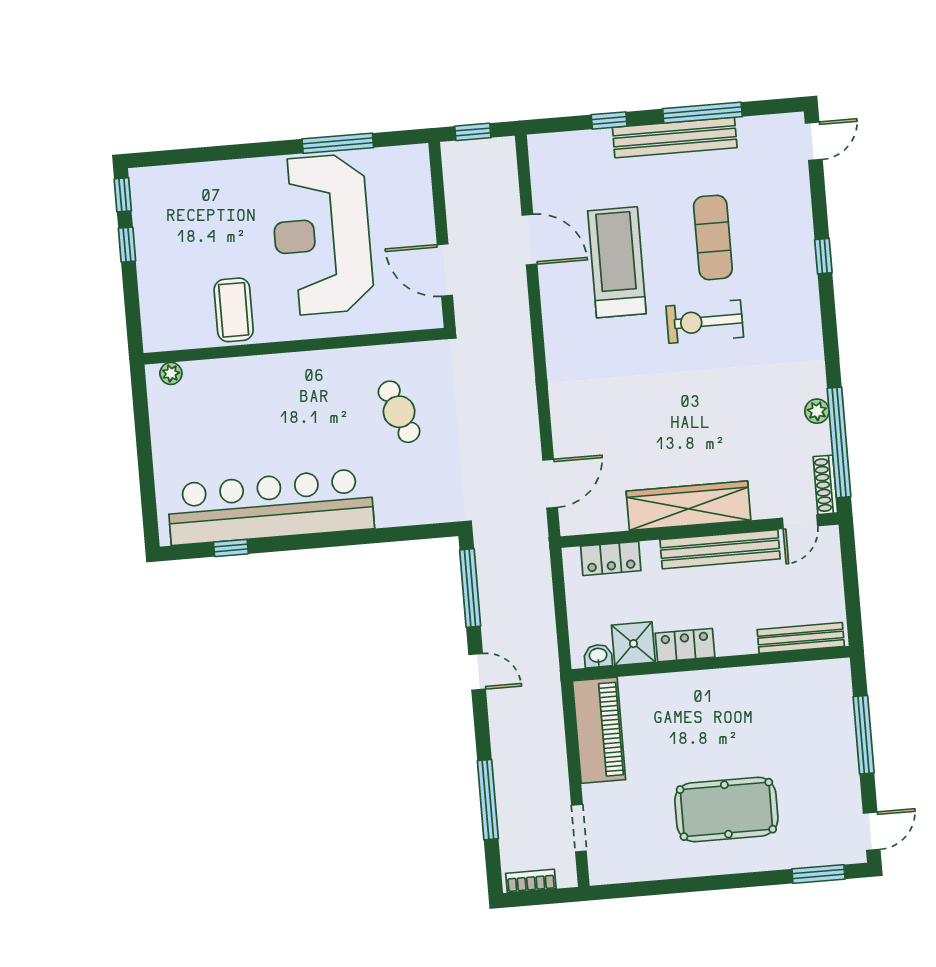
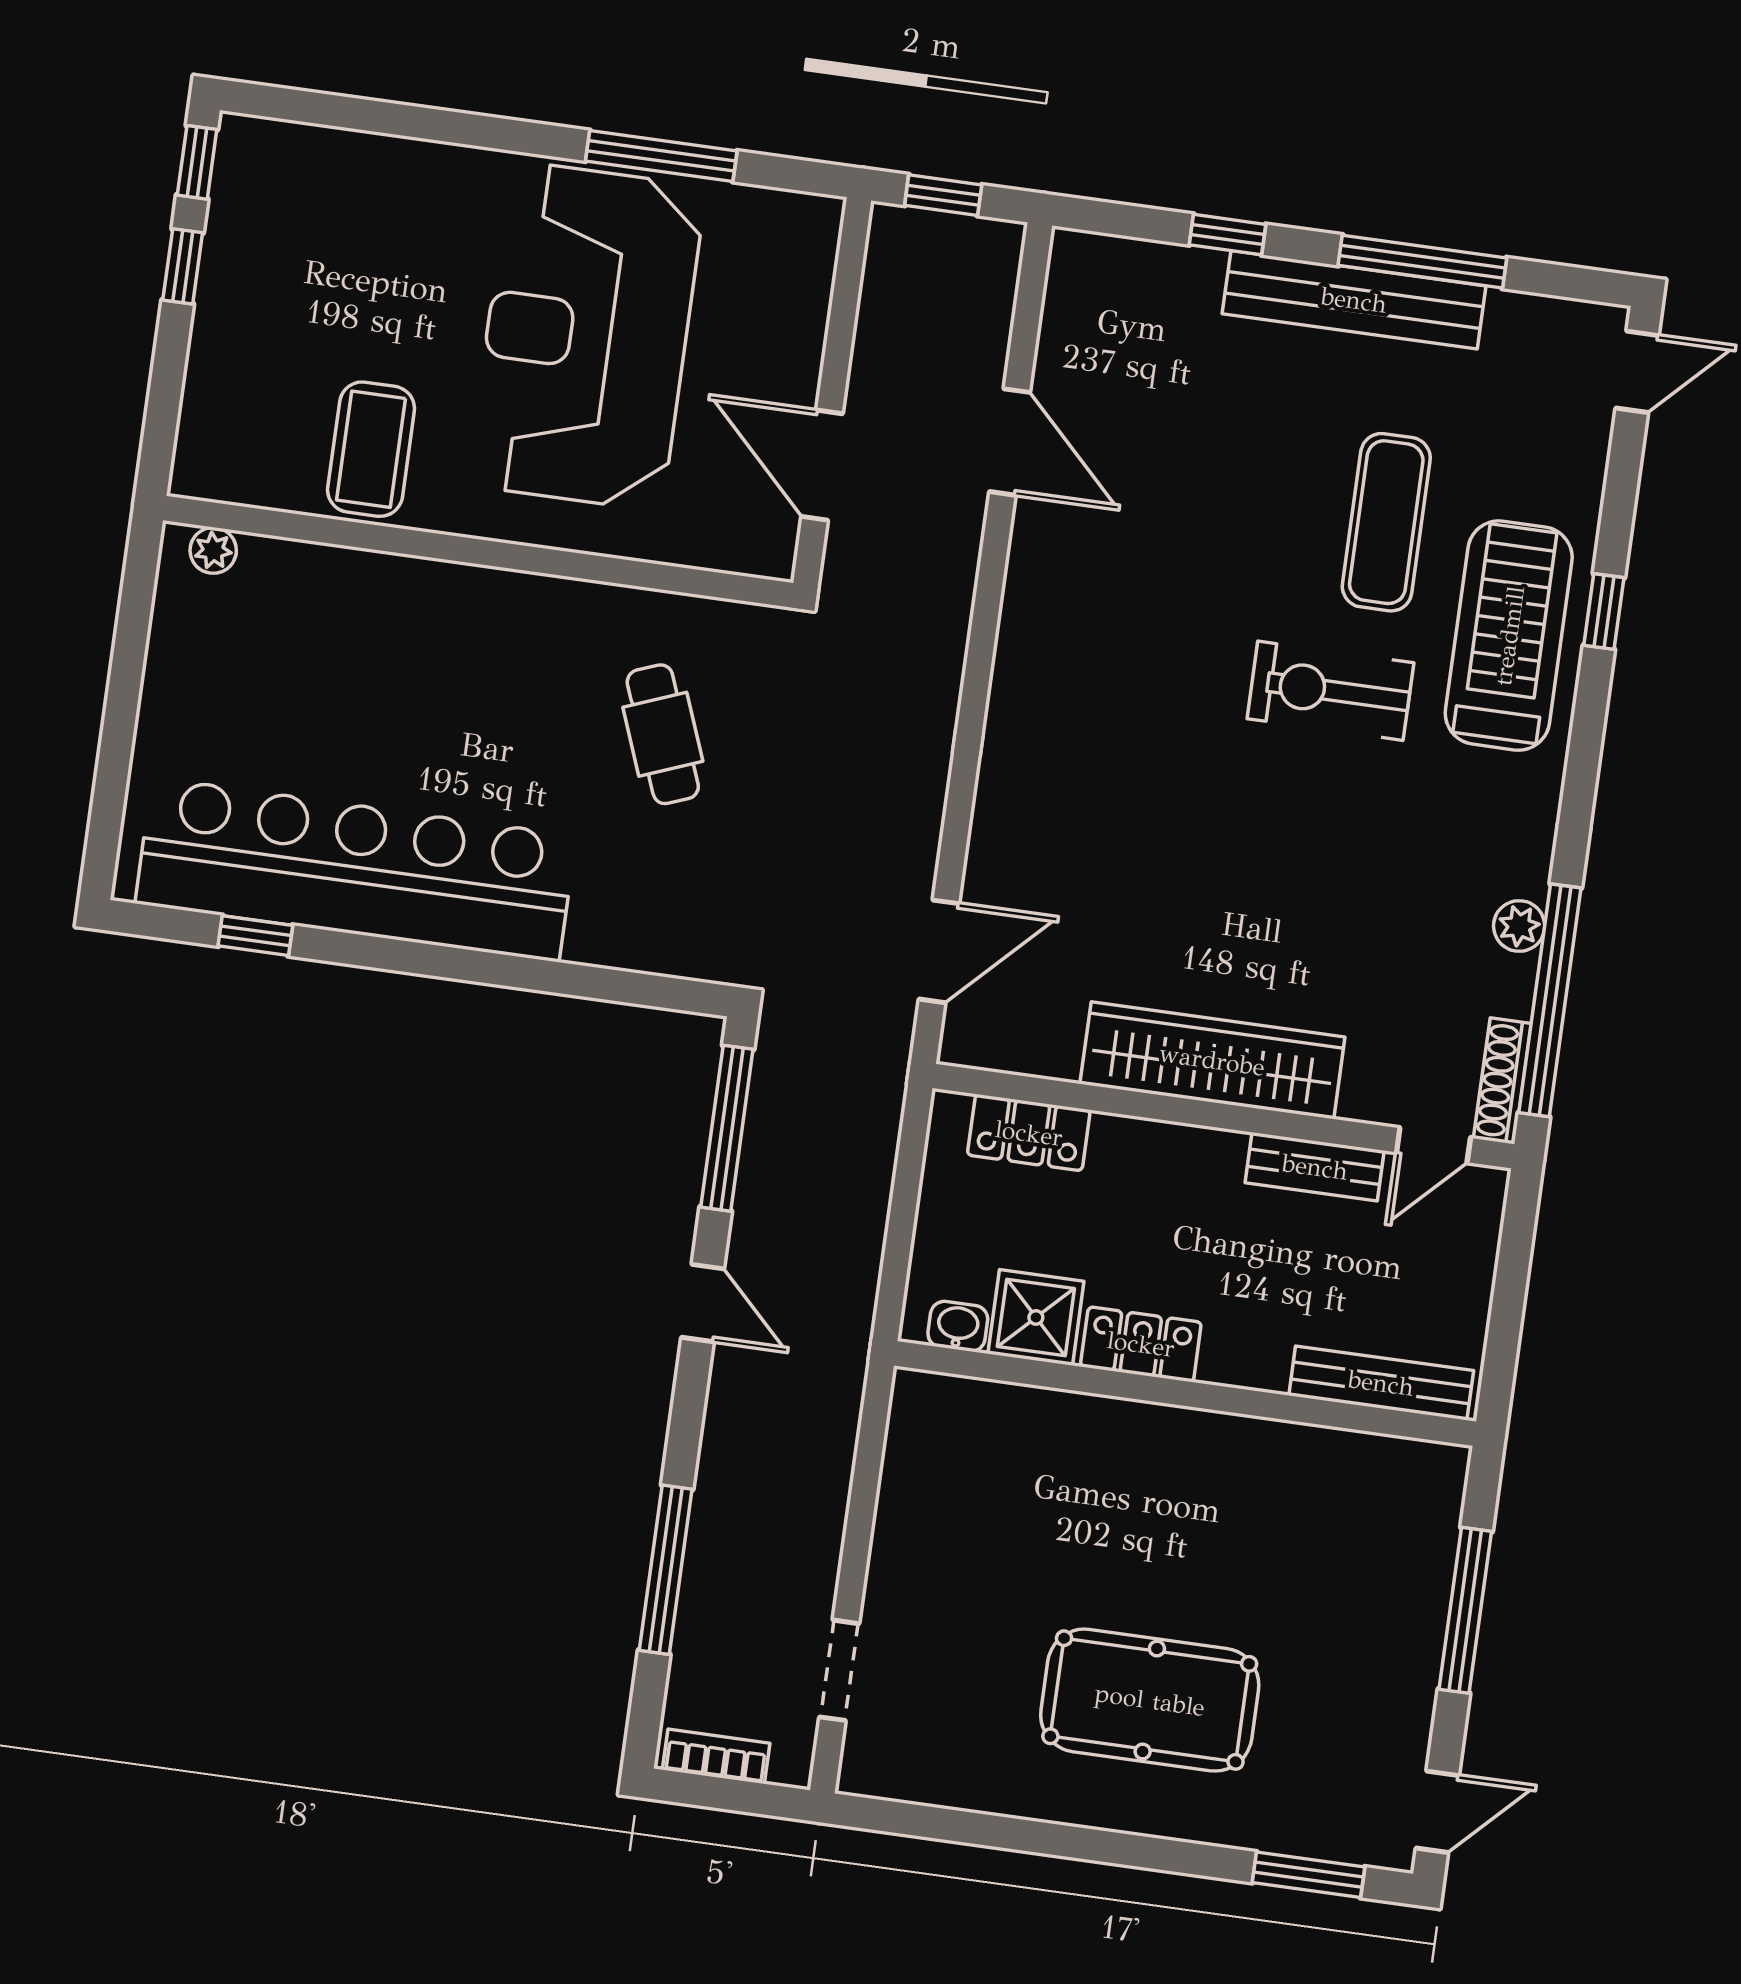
treadmill: (617, 262) -> (1509, 636), moved
bench: (720, 549) -> (1315, 1167), width x0.54, depth x0.82
piano: (599, 730) -> (925, 1479), removed

